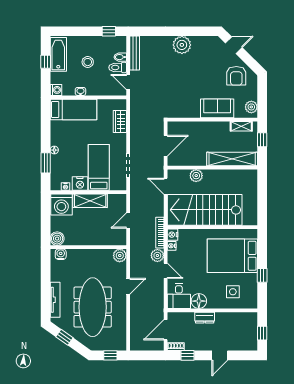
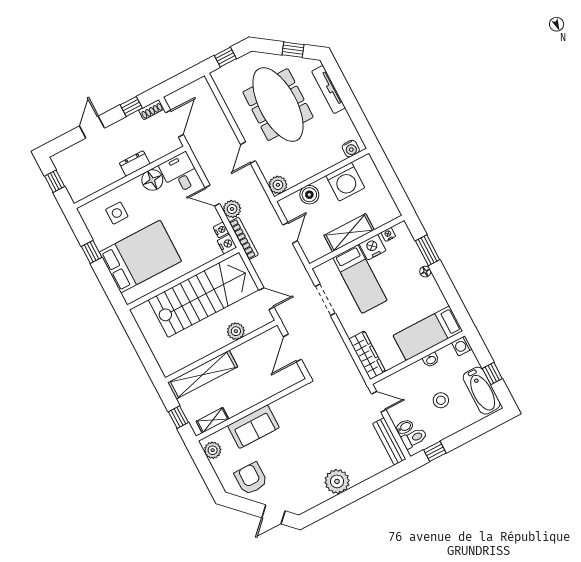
toilet: (118, 67) -> (414, 438), moved
wardrobe: (120, 121) -> (367, 355), width x1.50
washing machine: (61, 204) -> (345, 182), moved, turned 180
boiler: (57, 239) -> (309, 195), moved

